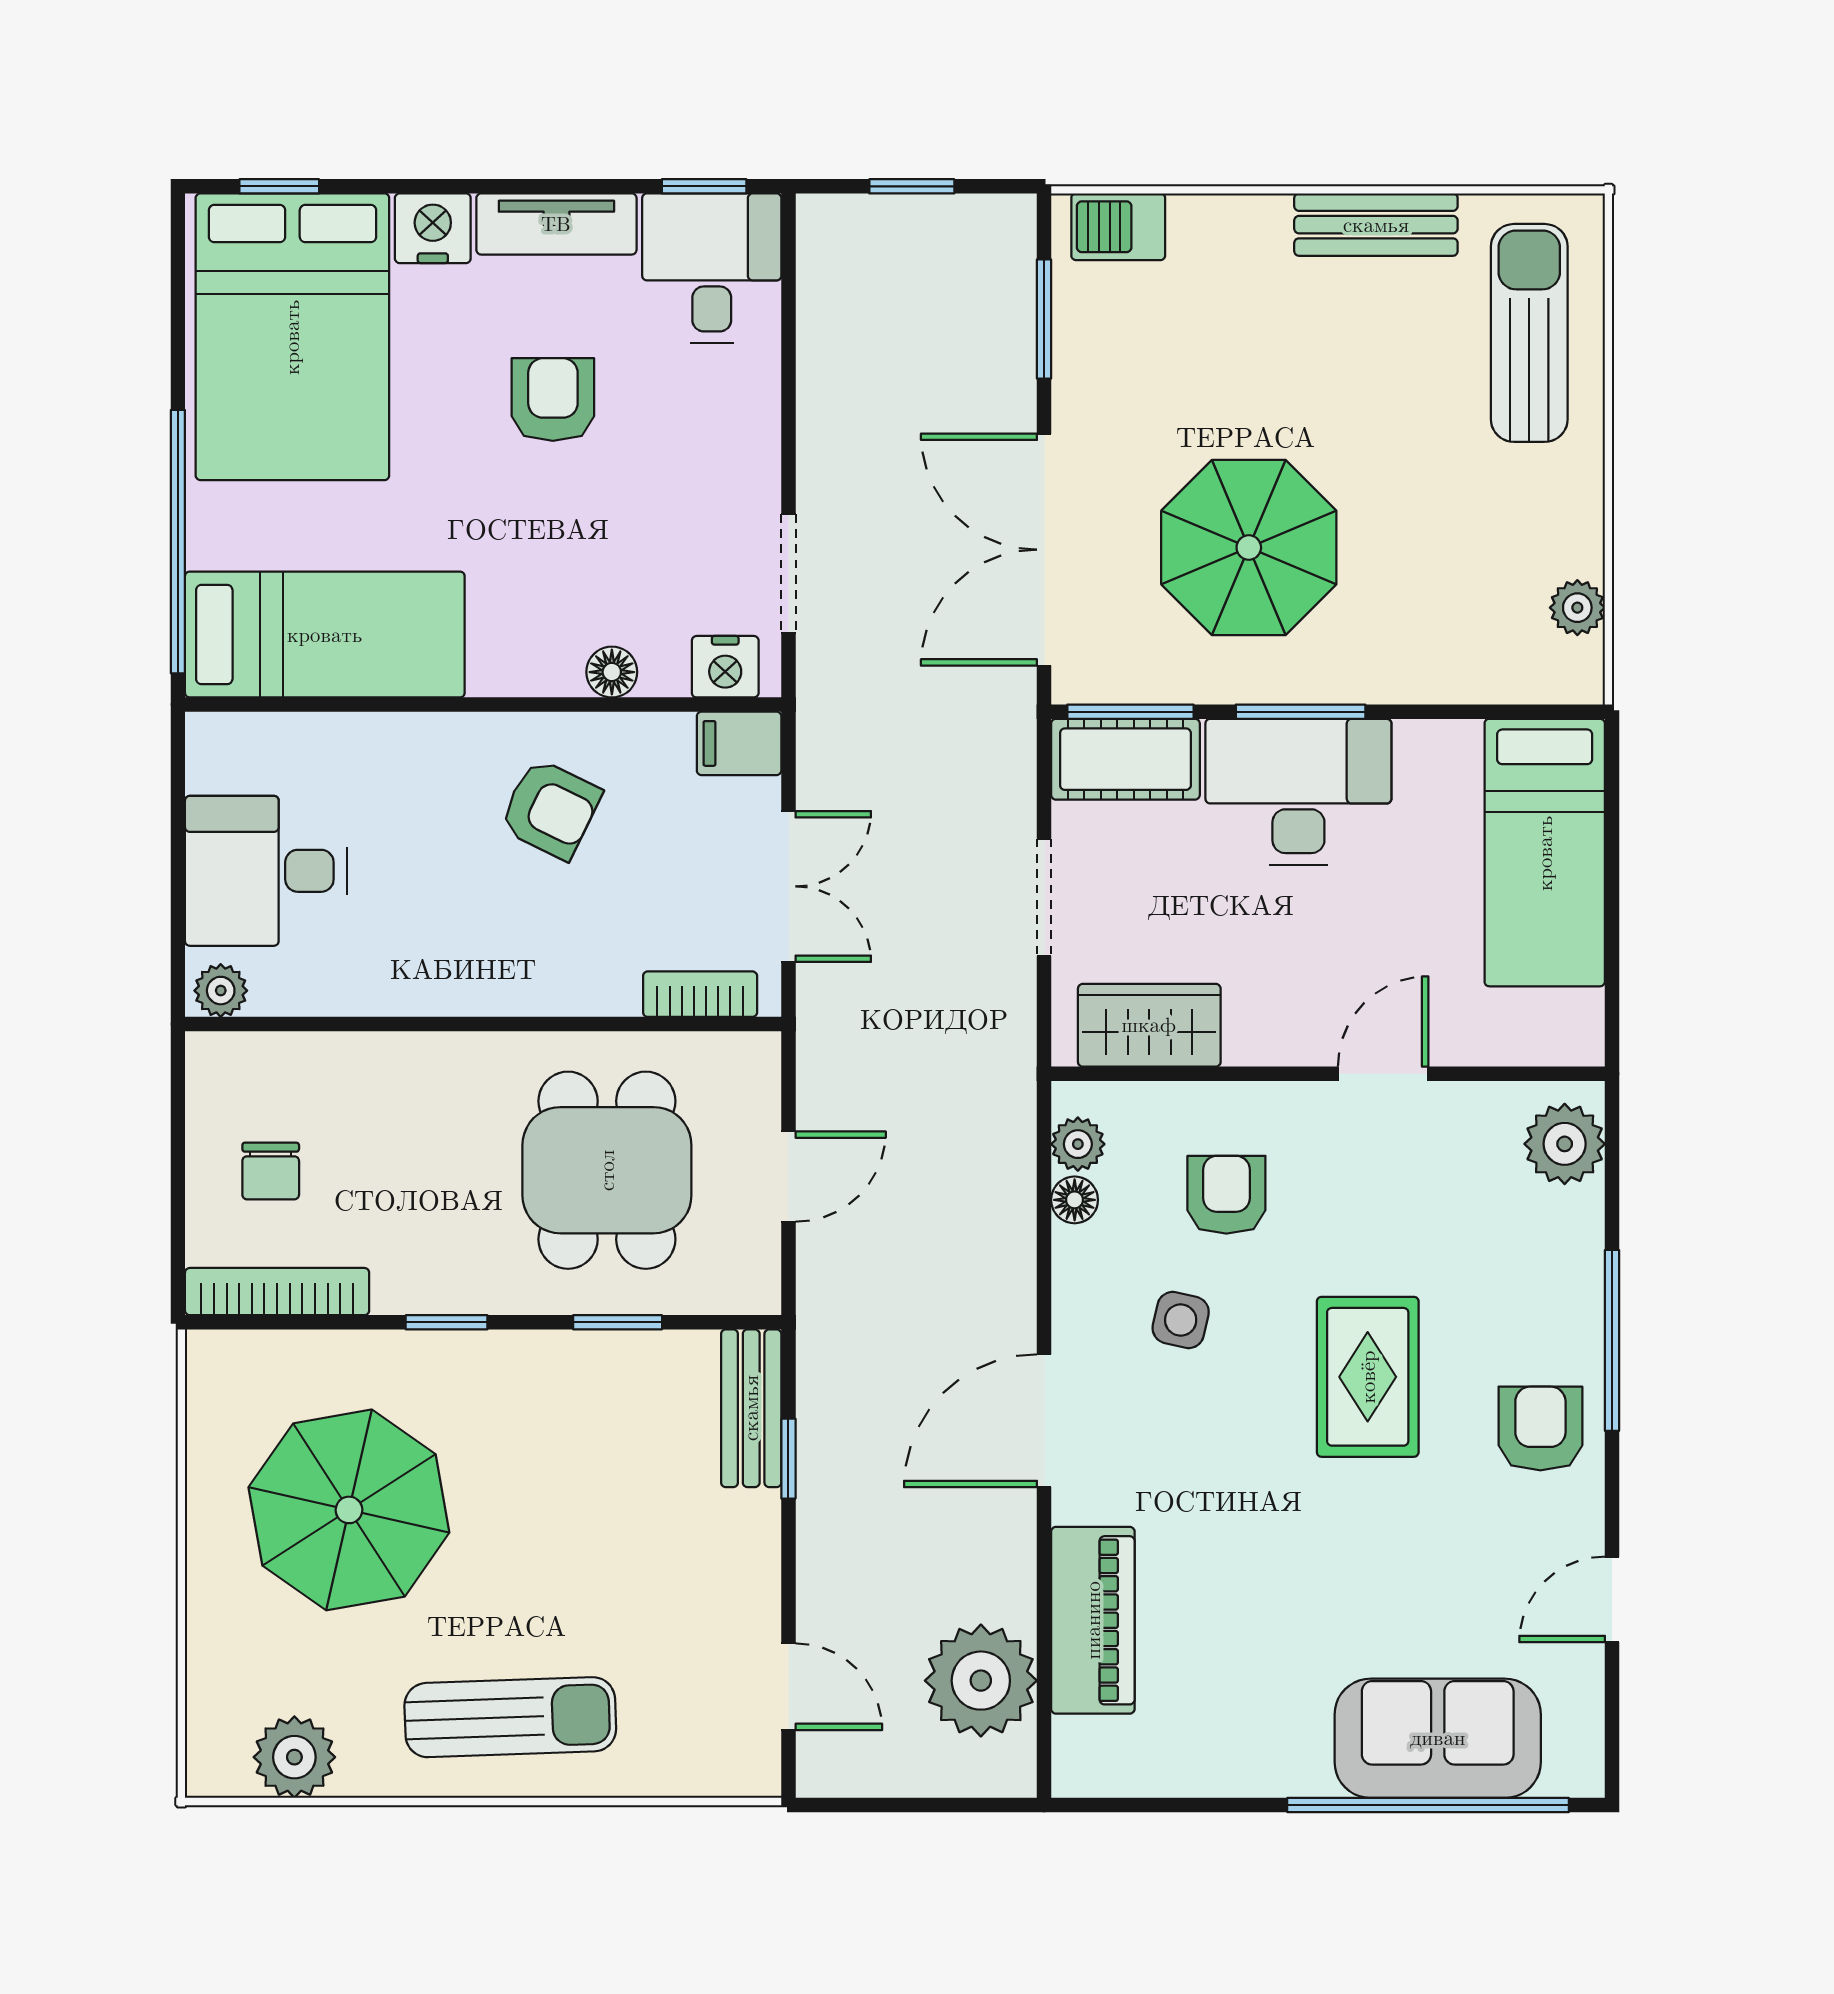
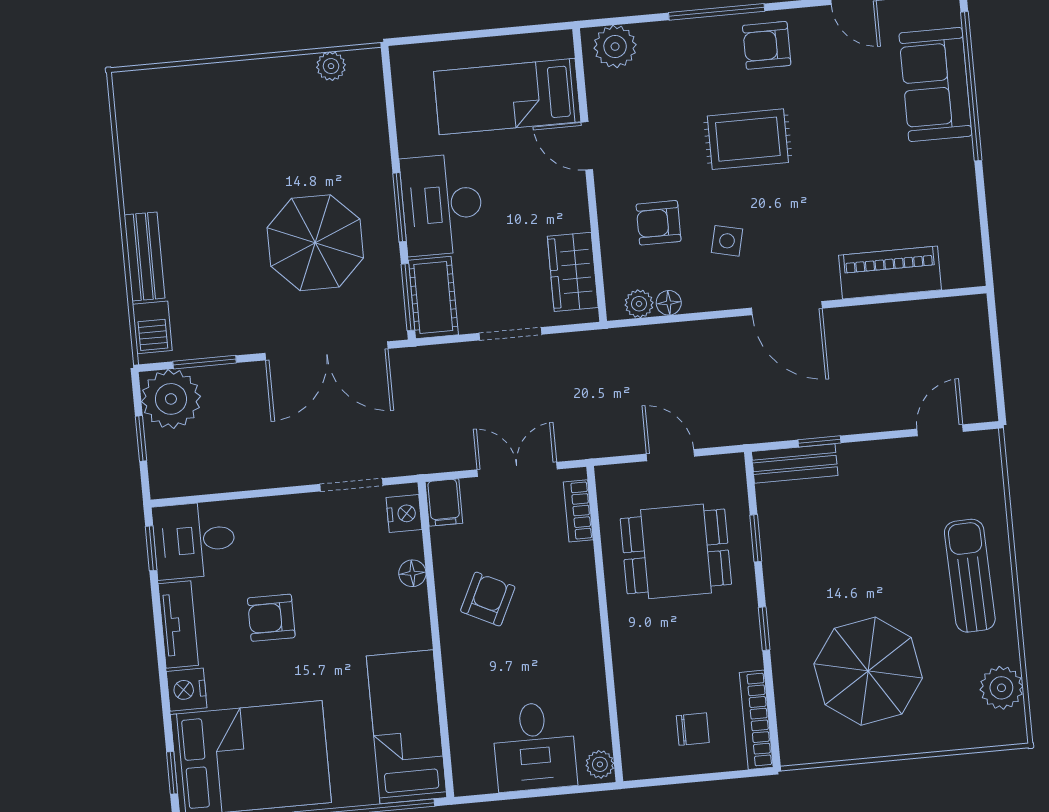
bench: (1376, 225) -> (144, 257), moved
sun lounger: (1529, 333) -> (188, 105), removed
bed: (1545, 853) -> (507, 97), moved, turned 180
plant: (981, 1681) -> (171, 399), moved

